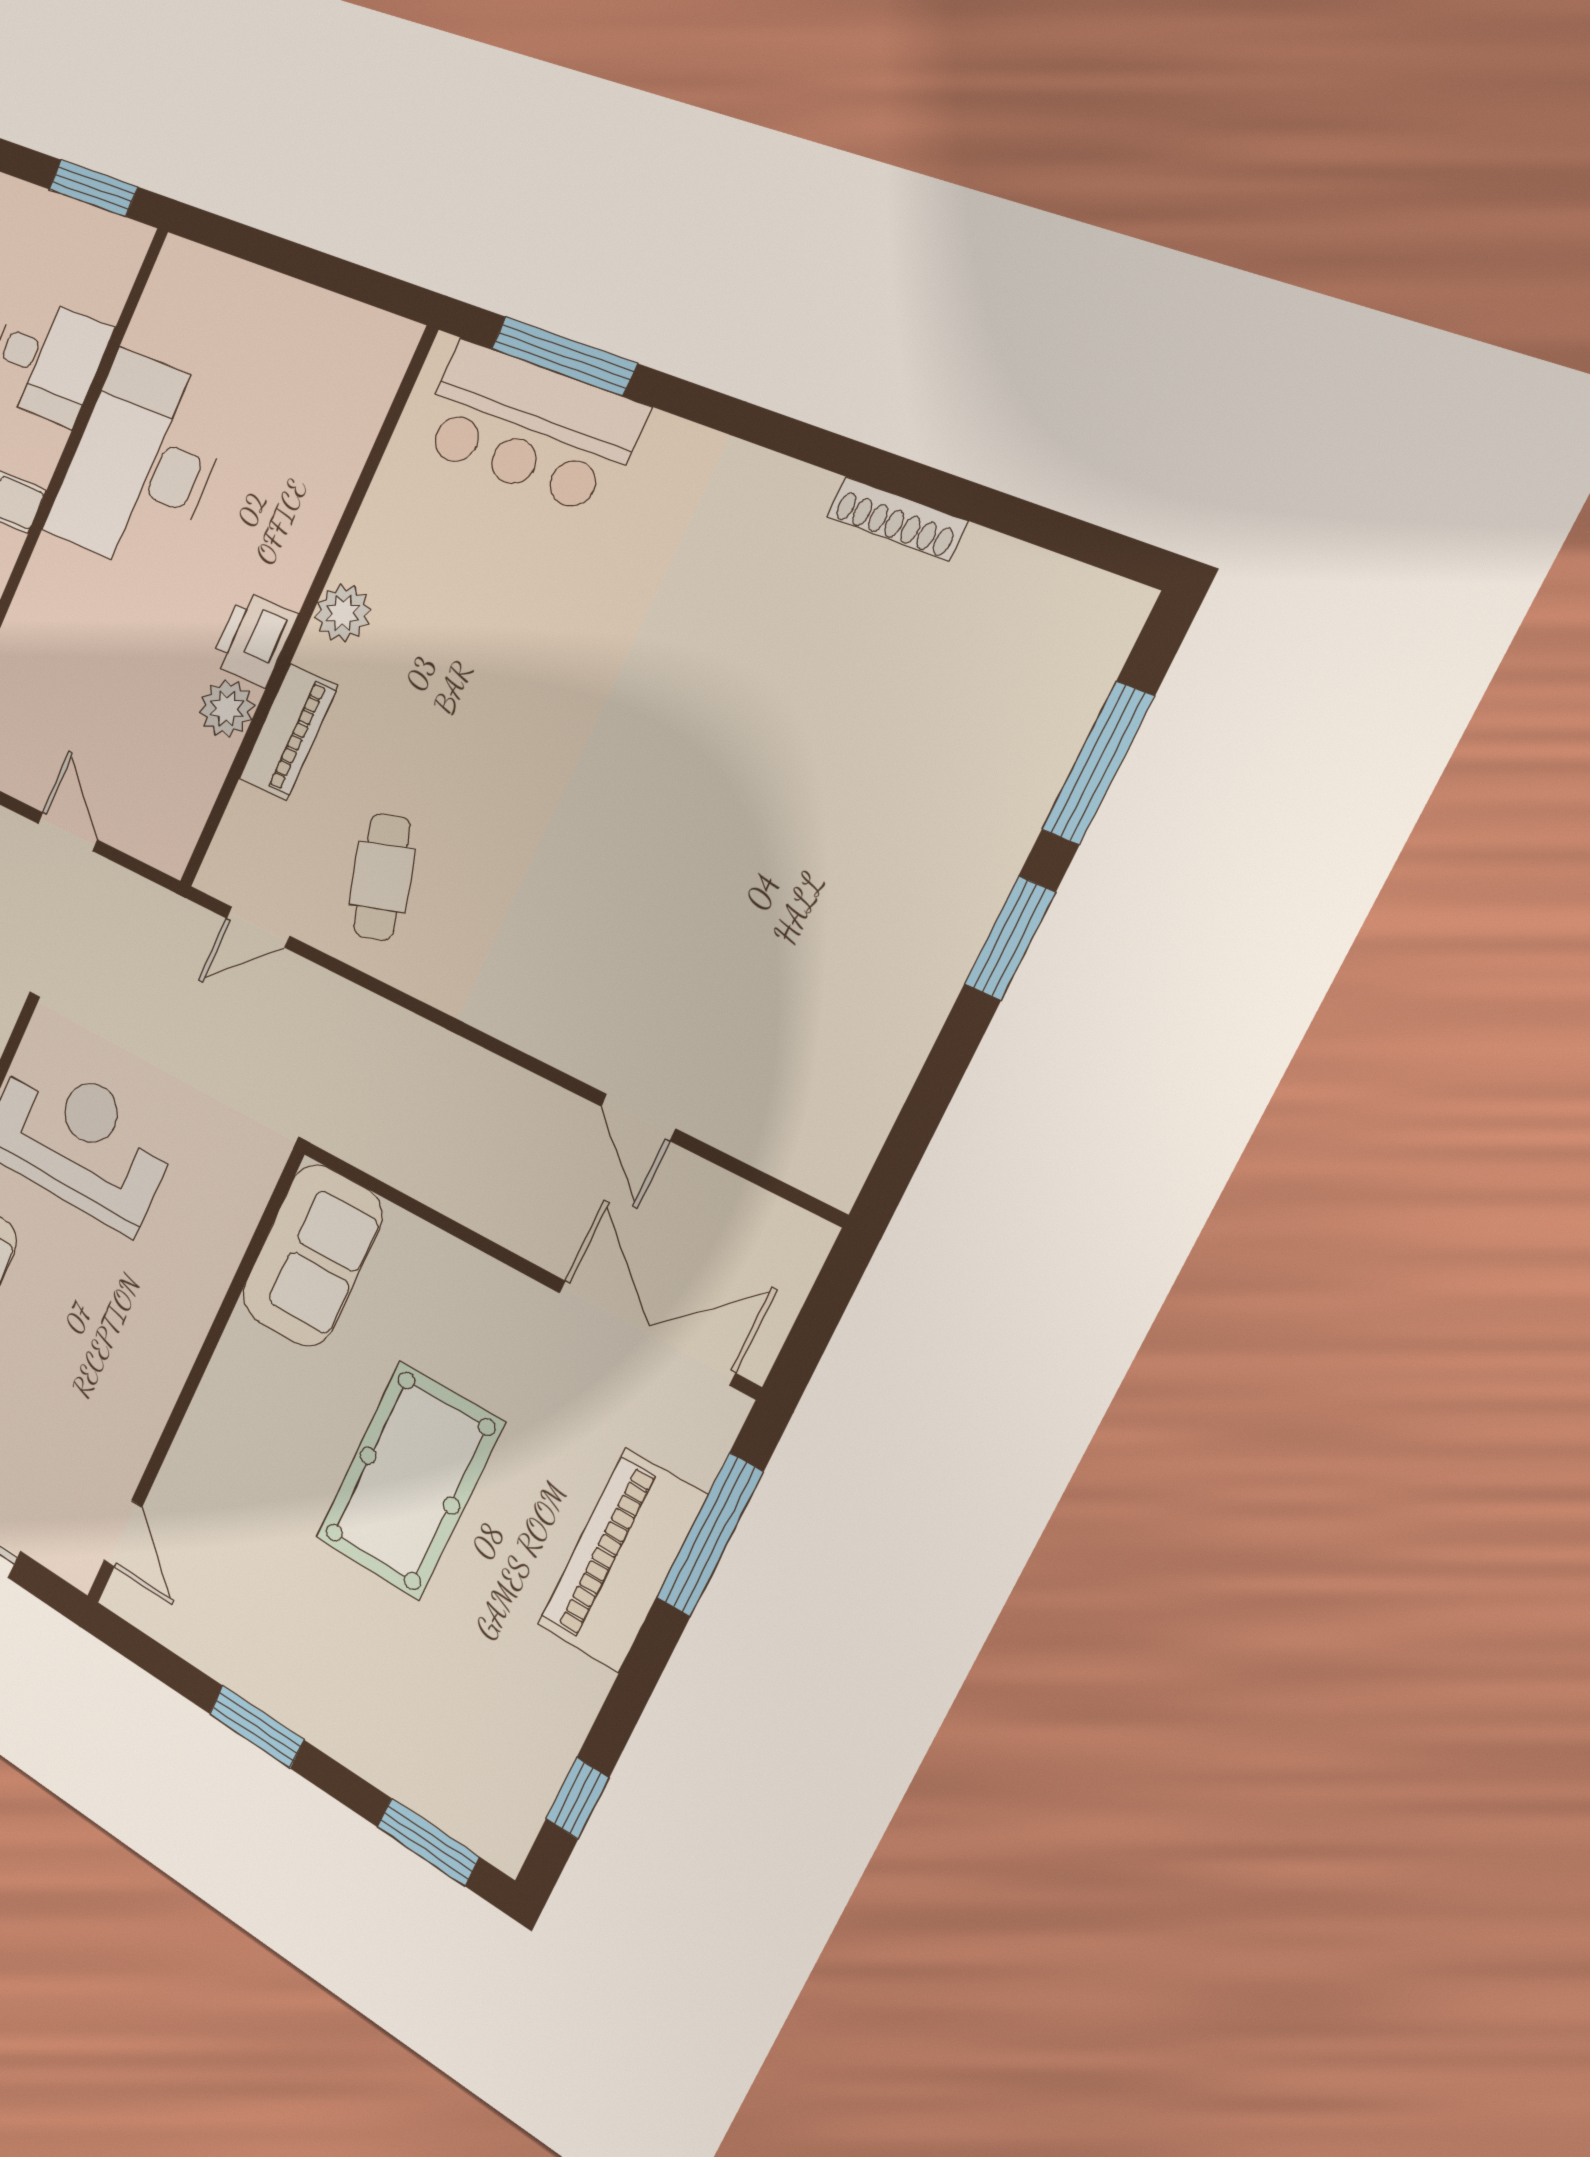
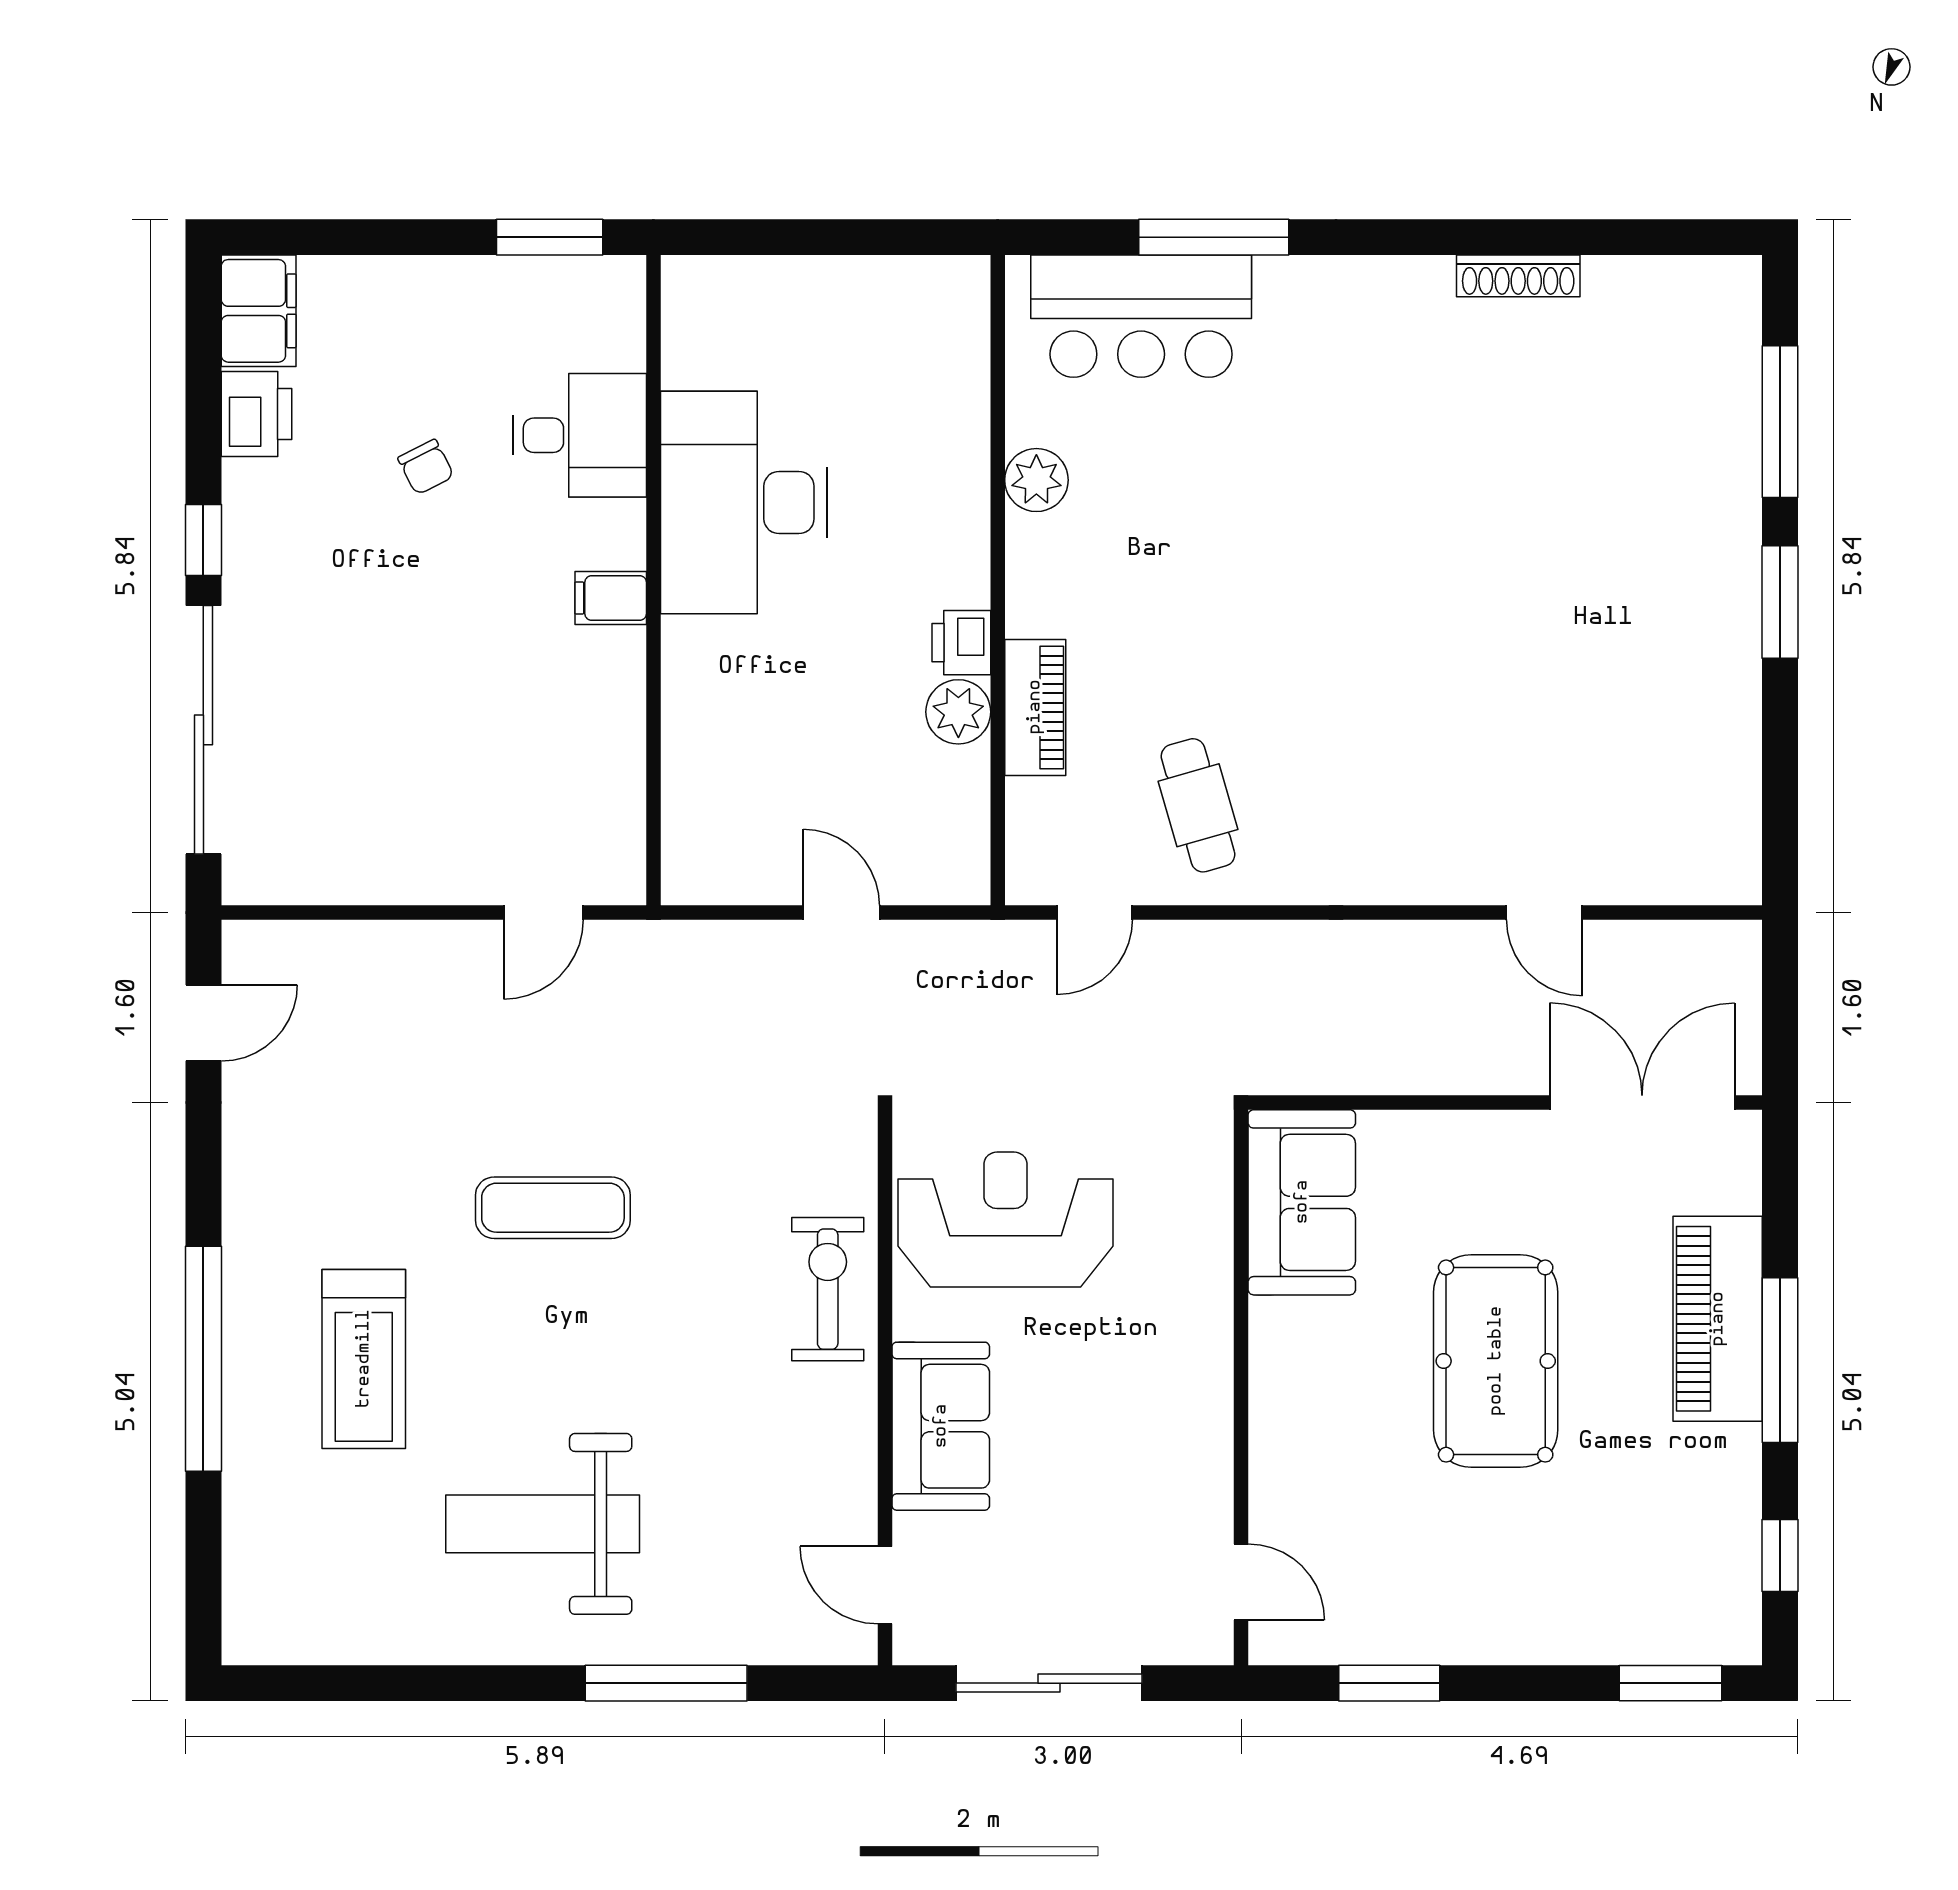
window: (564, 356) -> (1214, 237), moved
plant: (343, 613) -> (1036, 480), moved
printer: (254, 639) -> (961, 643), width x0.73, depth x0.81
window: (710, 1535) -> (1780, 1360), moved
window: (256, 1727) -> (1389, 1683), moved

